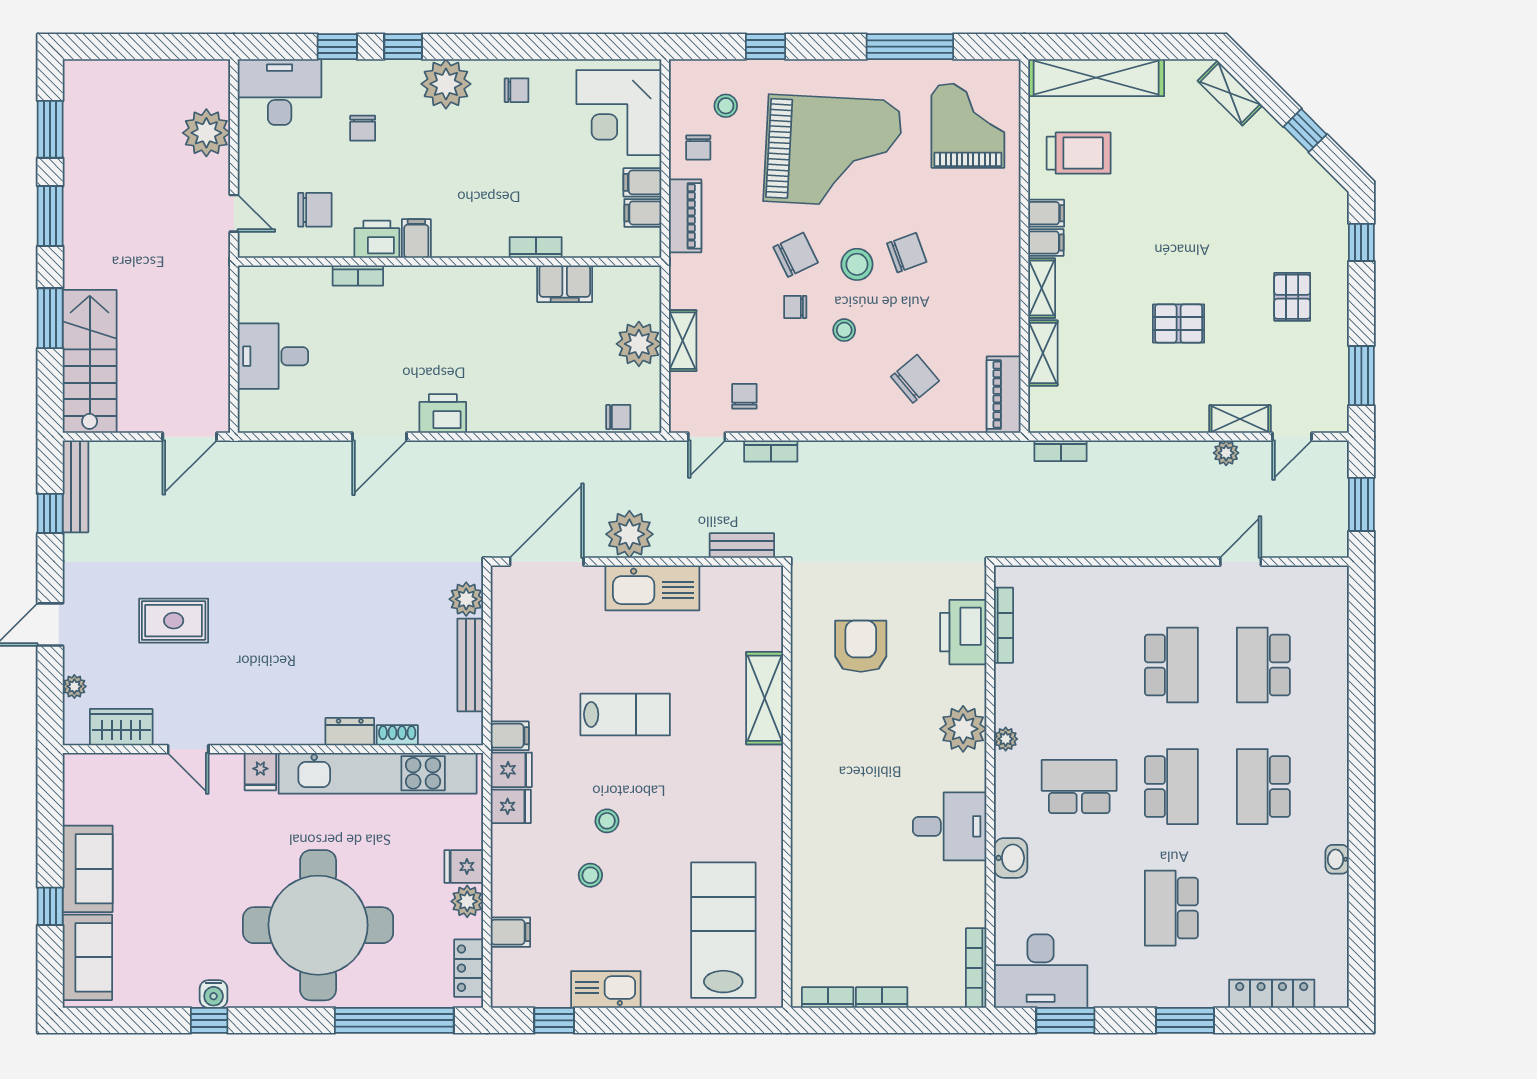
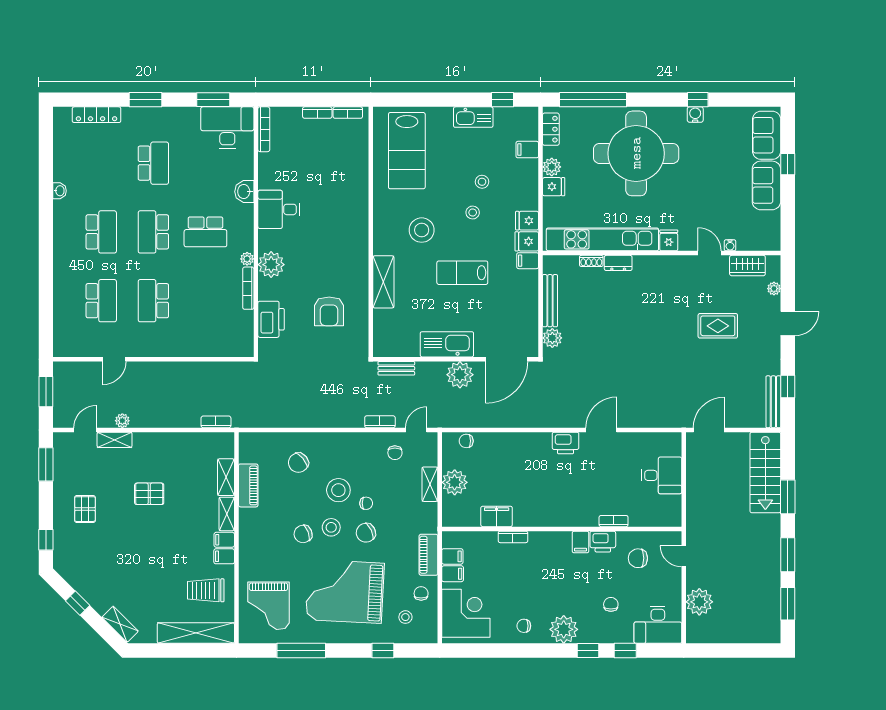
stool: (844, 330) -> (338, 490), width x1.89, depth x1.89
piano: (1004, 395) -> (248, 485), moved
bookcase: (1003, 625) -> (248, 288), moved
water cooler: (152, 763) -> (730, 245), added
stool: (697, 790) -> (422, 230), added

